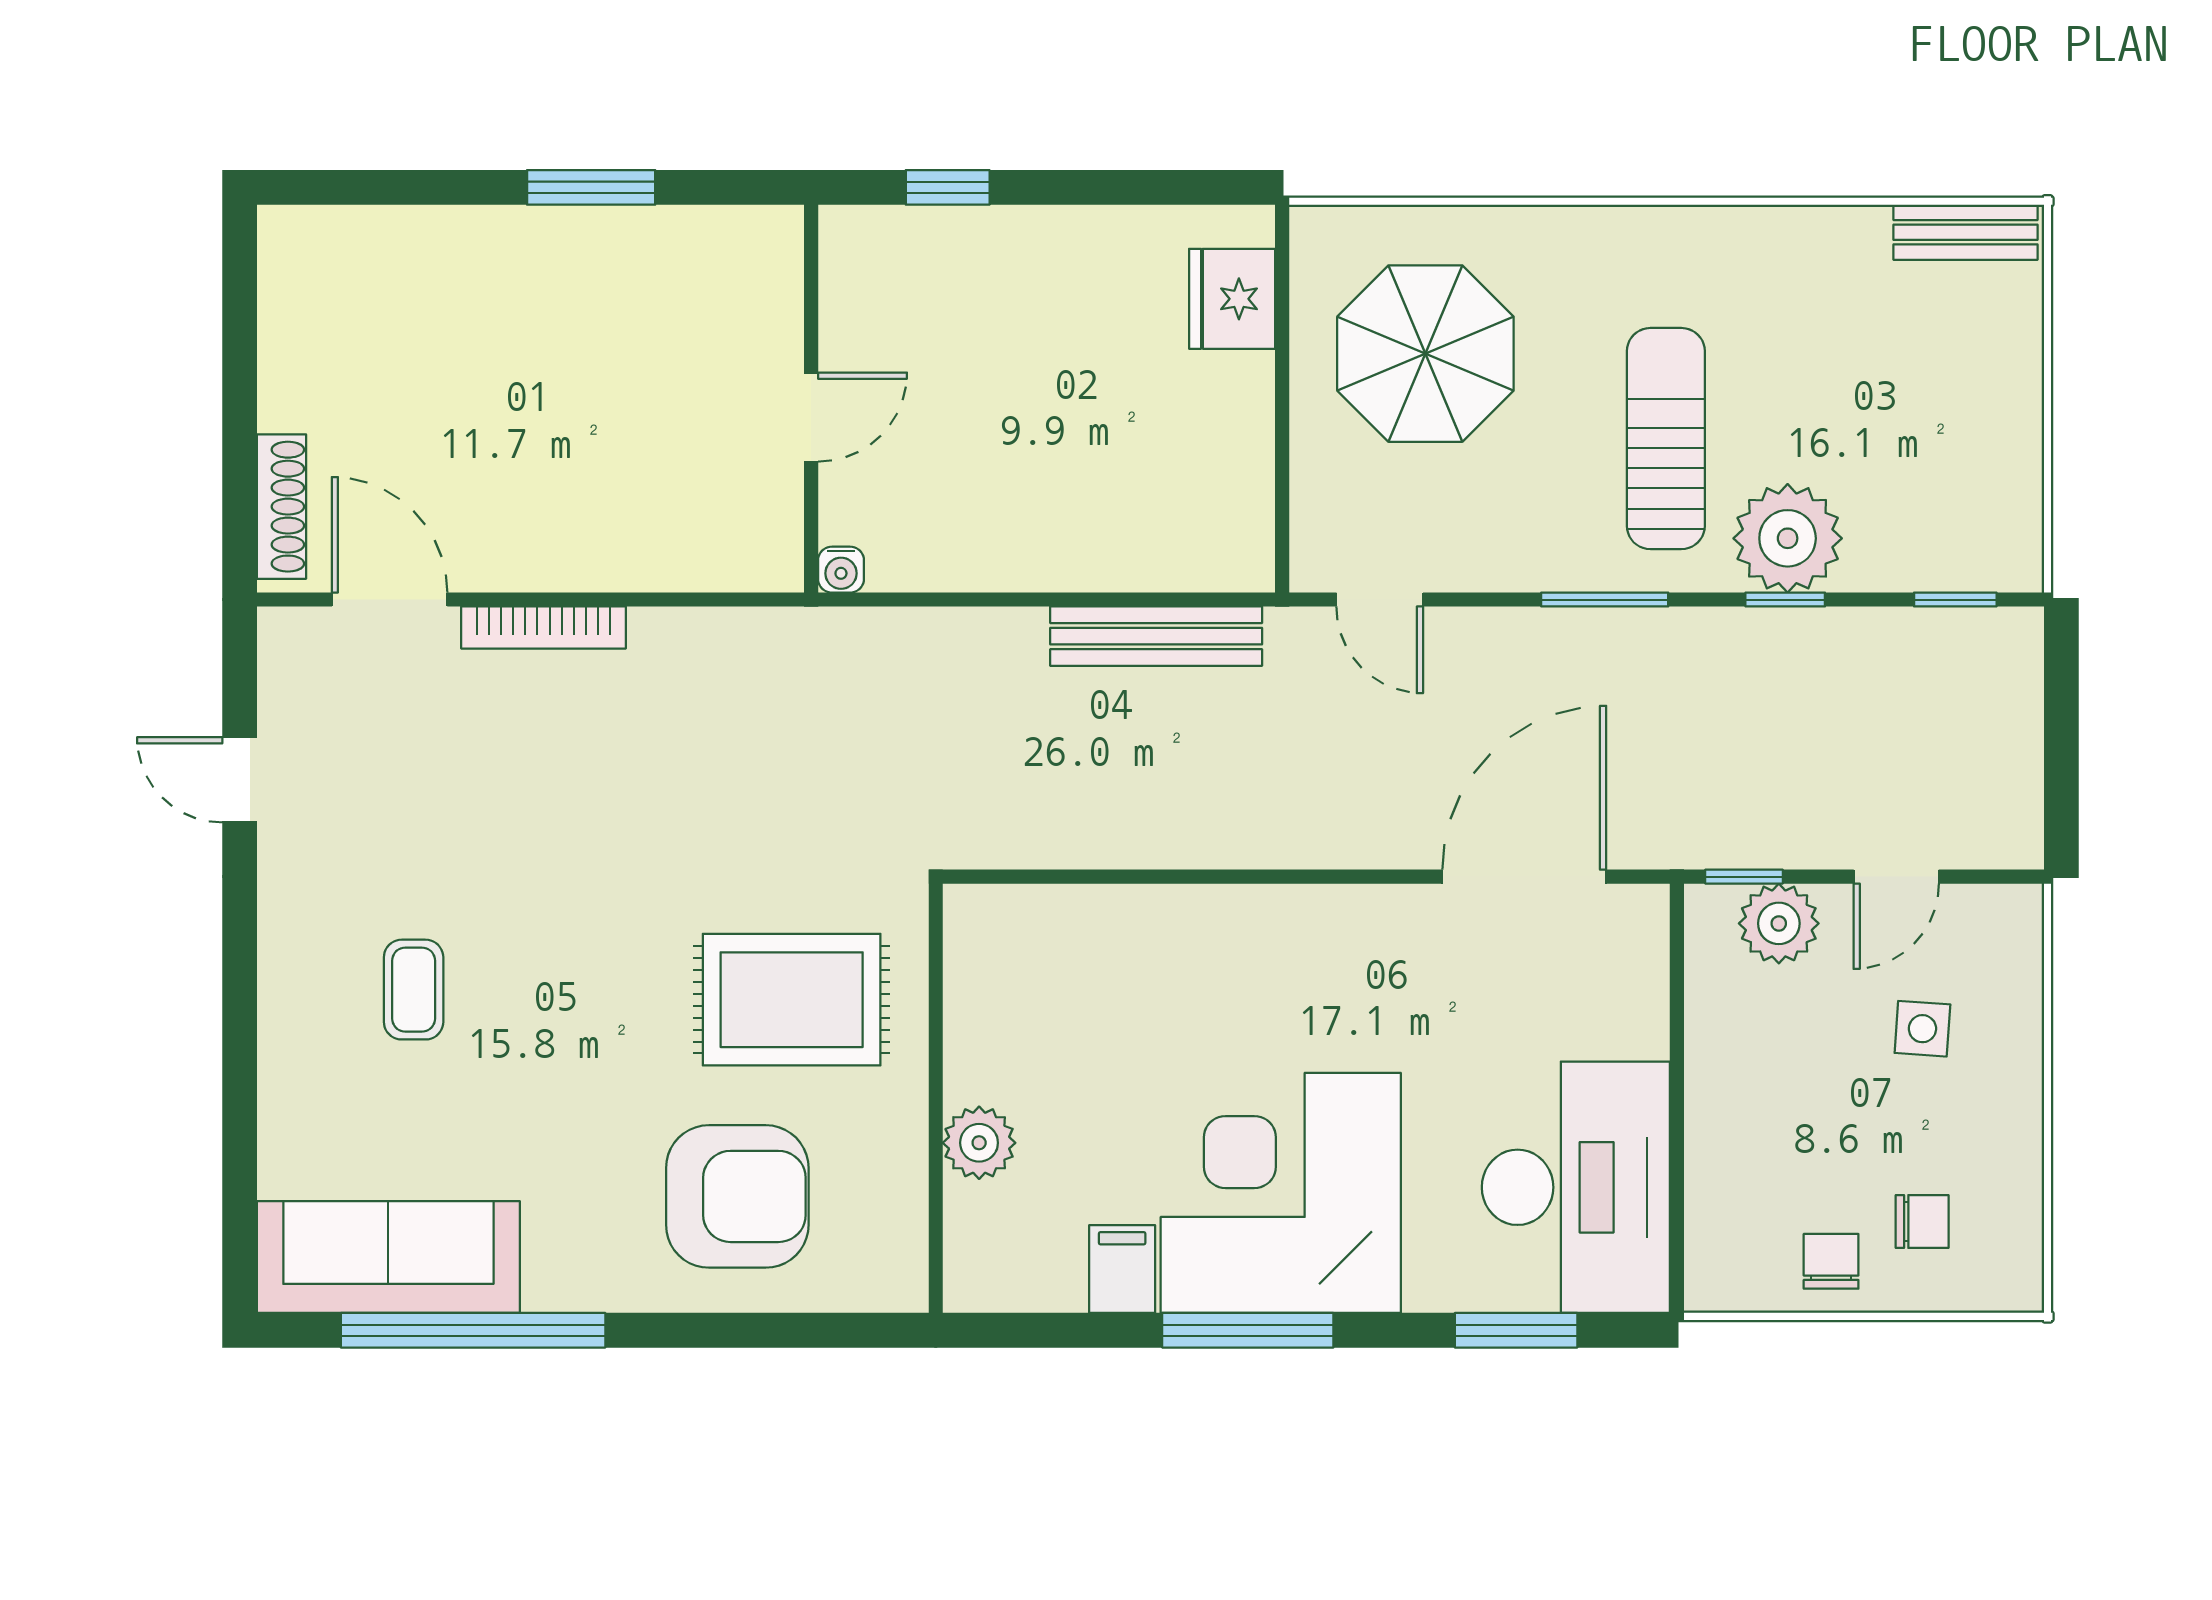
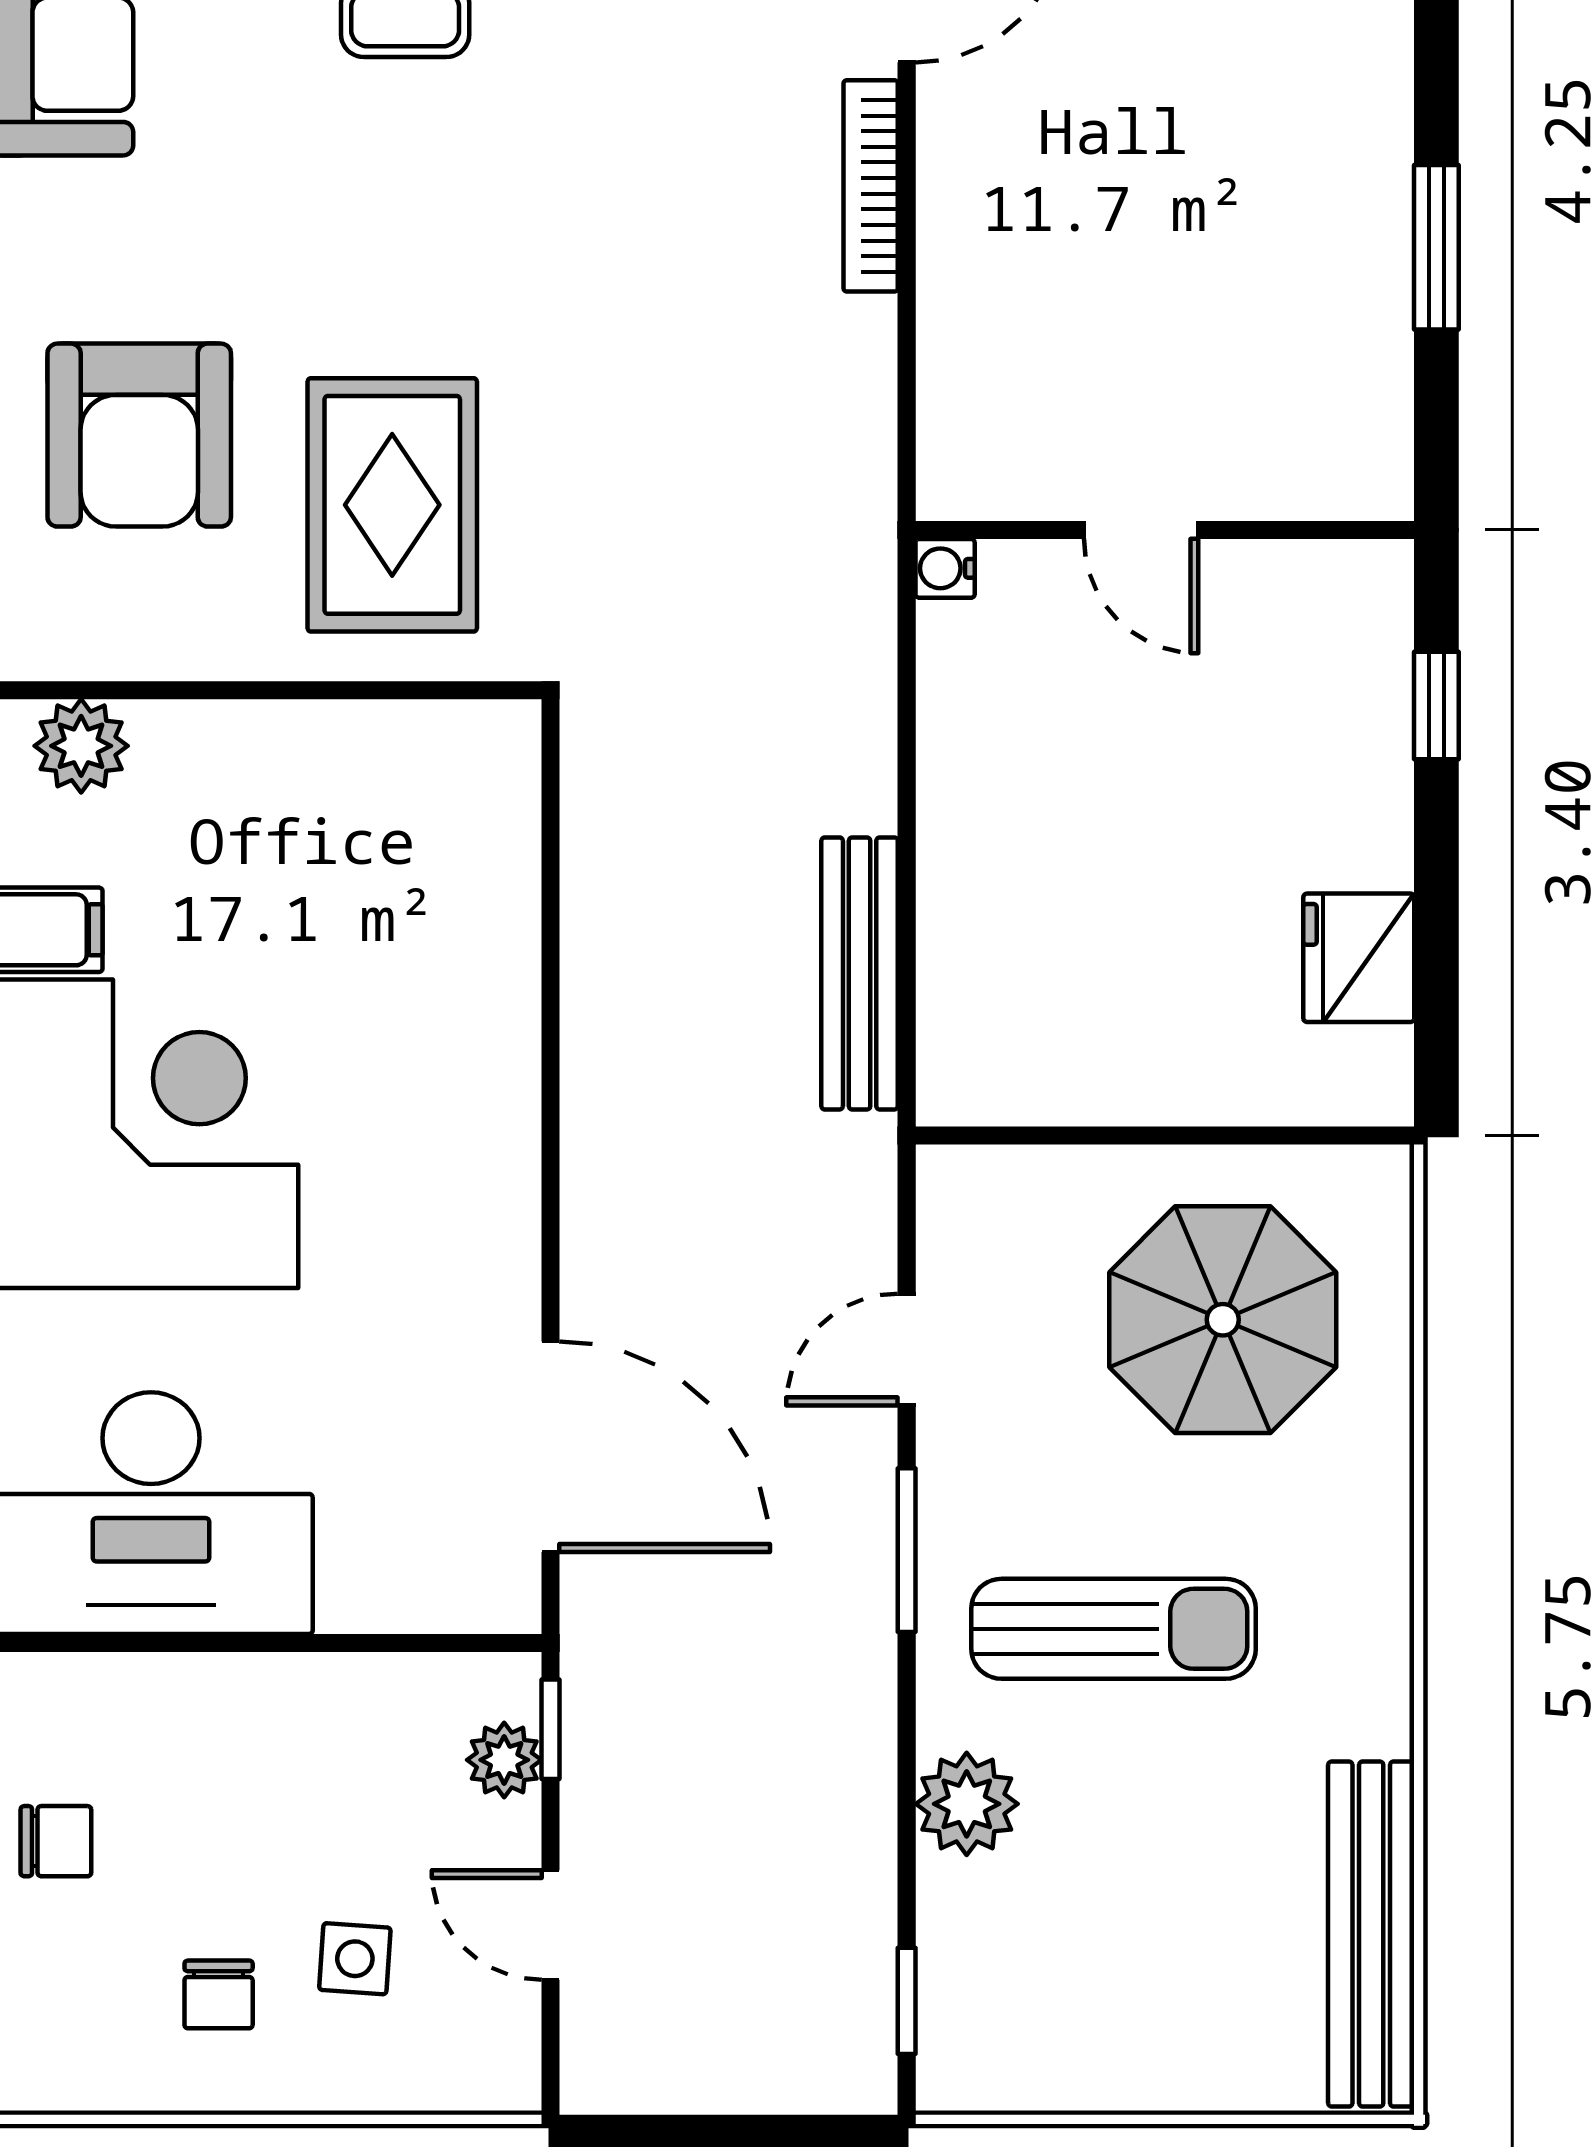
bench: (1966, 232) -> (1371, 1934), width x1.86, depth x1.21
fridge: (1232, 299) -> (1359, 958), moved, turned -90
plant: (1788, 538) -> (967, 1804), width x0.73, depth x0.73
door: (1380, 600) -> (907, 1350), moved
window: (1785, 600) -> (907, 1782), removed
plant: (1779, 923) -> (504, 1760), width x0.73, depth x0.73
plant: (979, 1143) -> (81, 746), moved
chair: (1922, 1222) -> (219, 1994), moved

